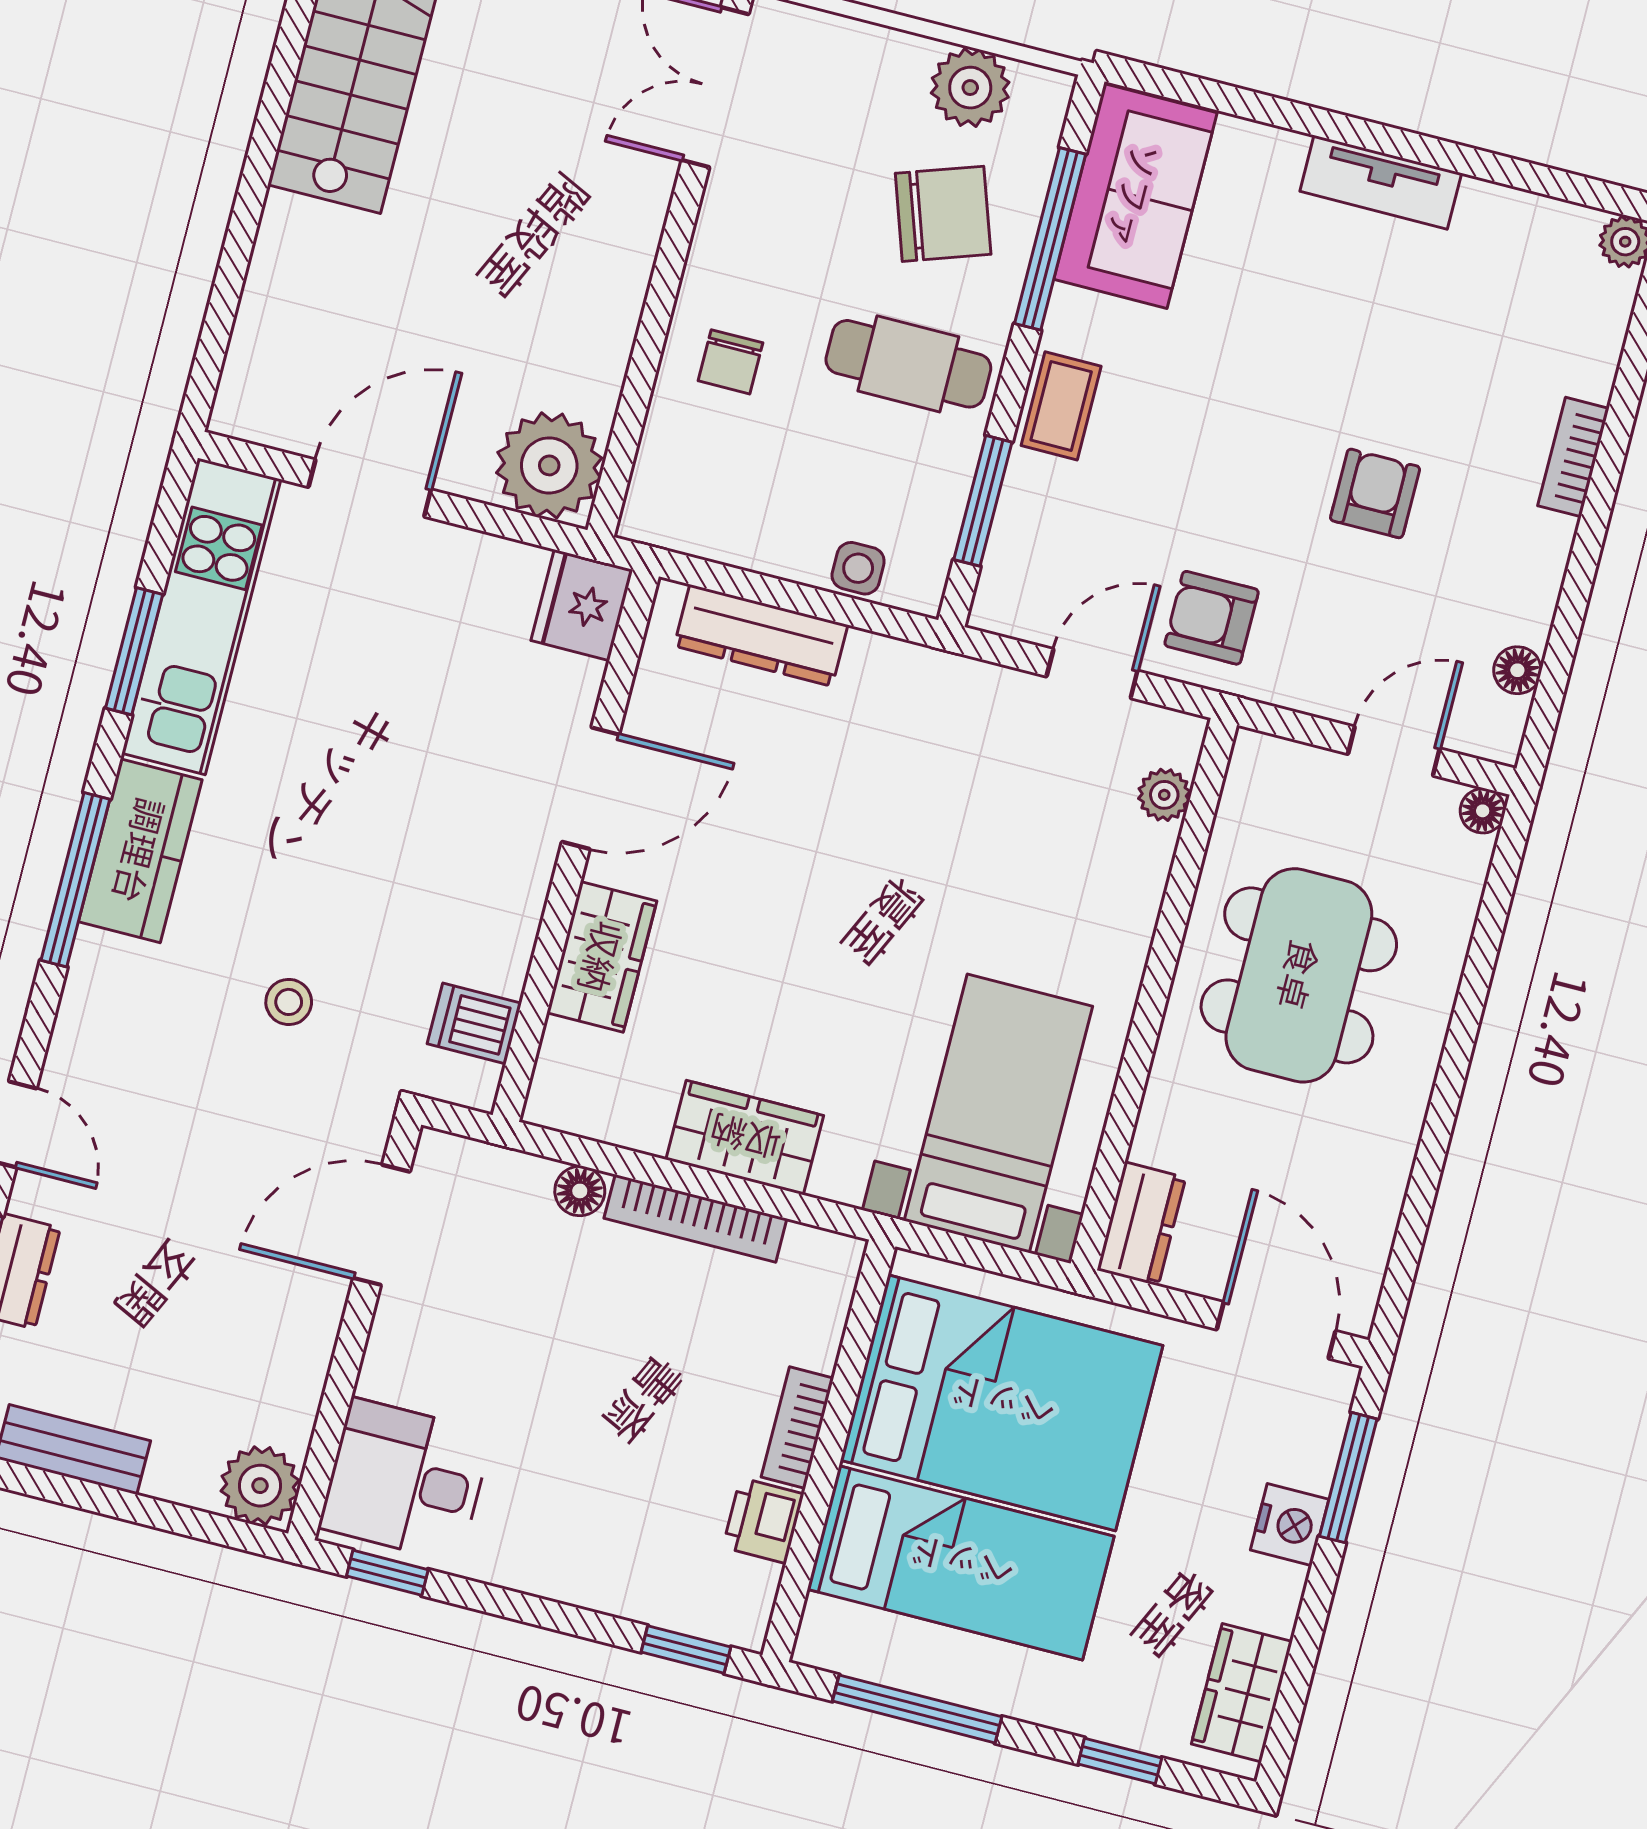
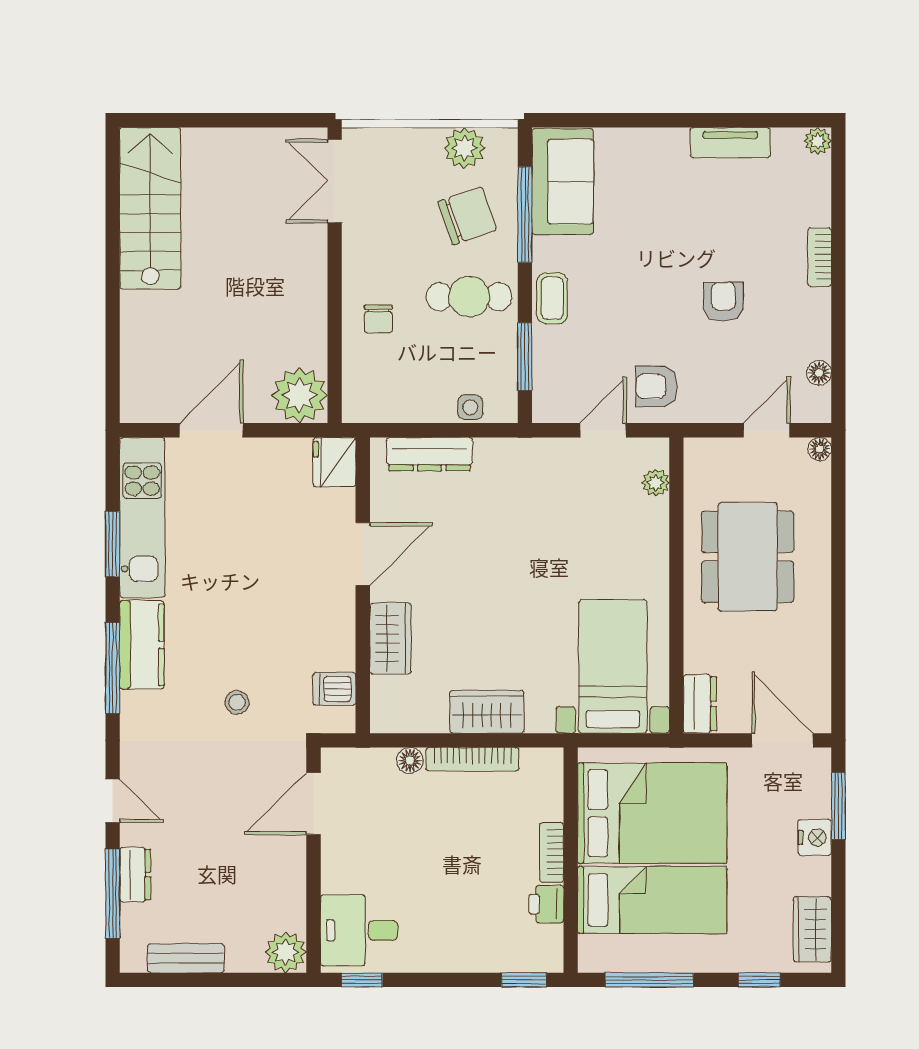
tv unit: (1381, 182) -> (730, 143), moved

